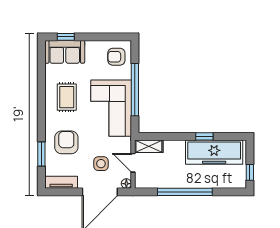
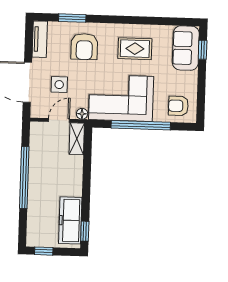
armchair: (116, 57) -> (178, 106), turned -90
window: (204, 136) -> (85, 231), moved
armchair: (66, 142) -> (84, 47), turned 90
freezer: (214, 152) -> (70, 220), width x0.73, depth x0.79
floor lamp: (126, 184) -> (82, 114), moved

